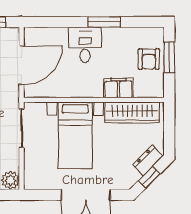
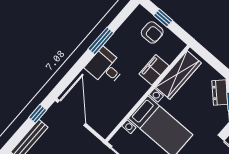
window: (169, 57) -> (163, 18), width x0.67
door: (21, 65) -> (72, 113), moved

